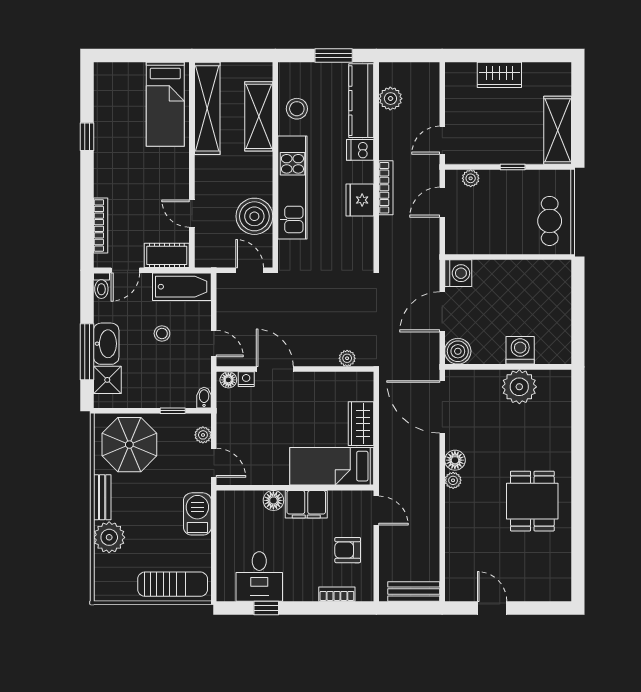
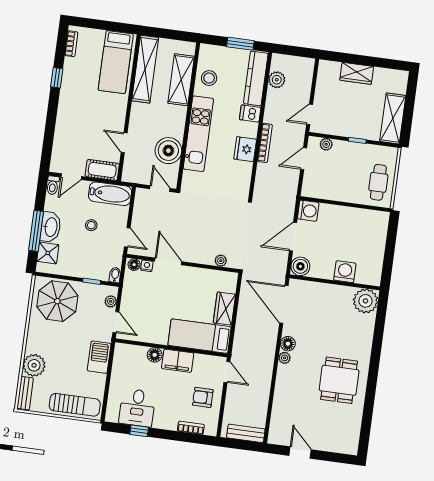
bookcase: (101, 225) -> (71, 44), moved, width x0.64
plant: (519, 387) -> (366, 301), moved
bench: (102, 497) -> (25, 393), moved

